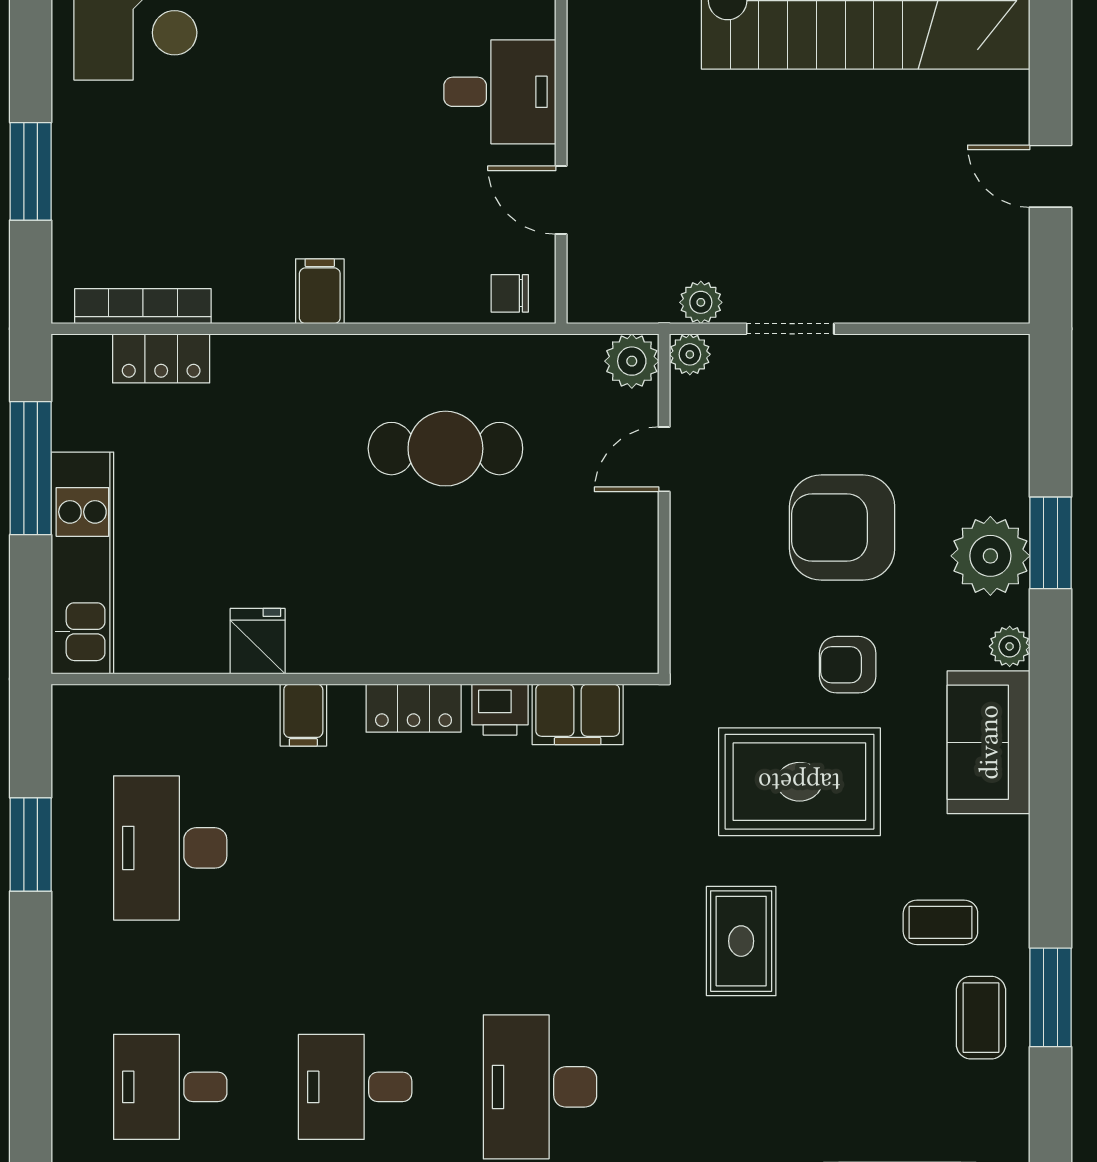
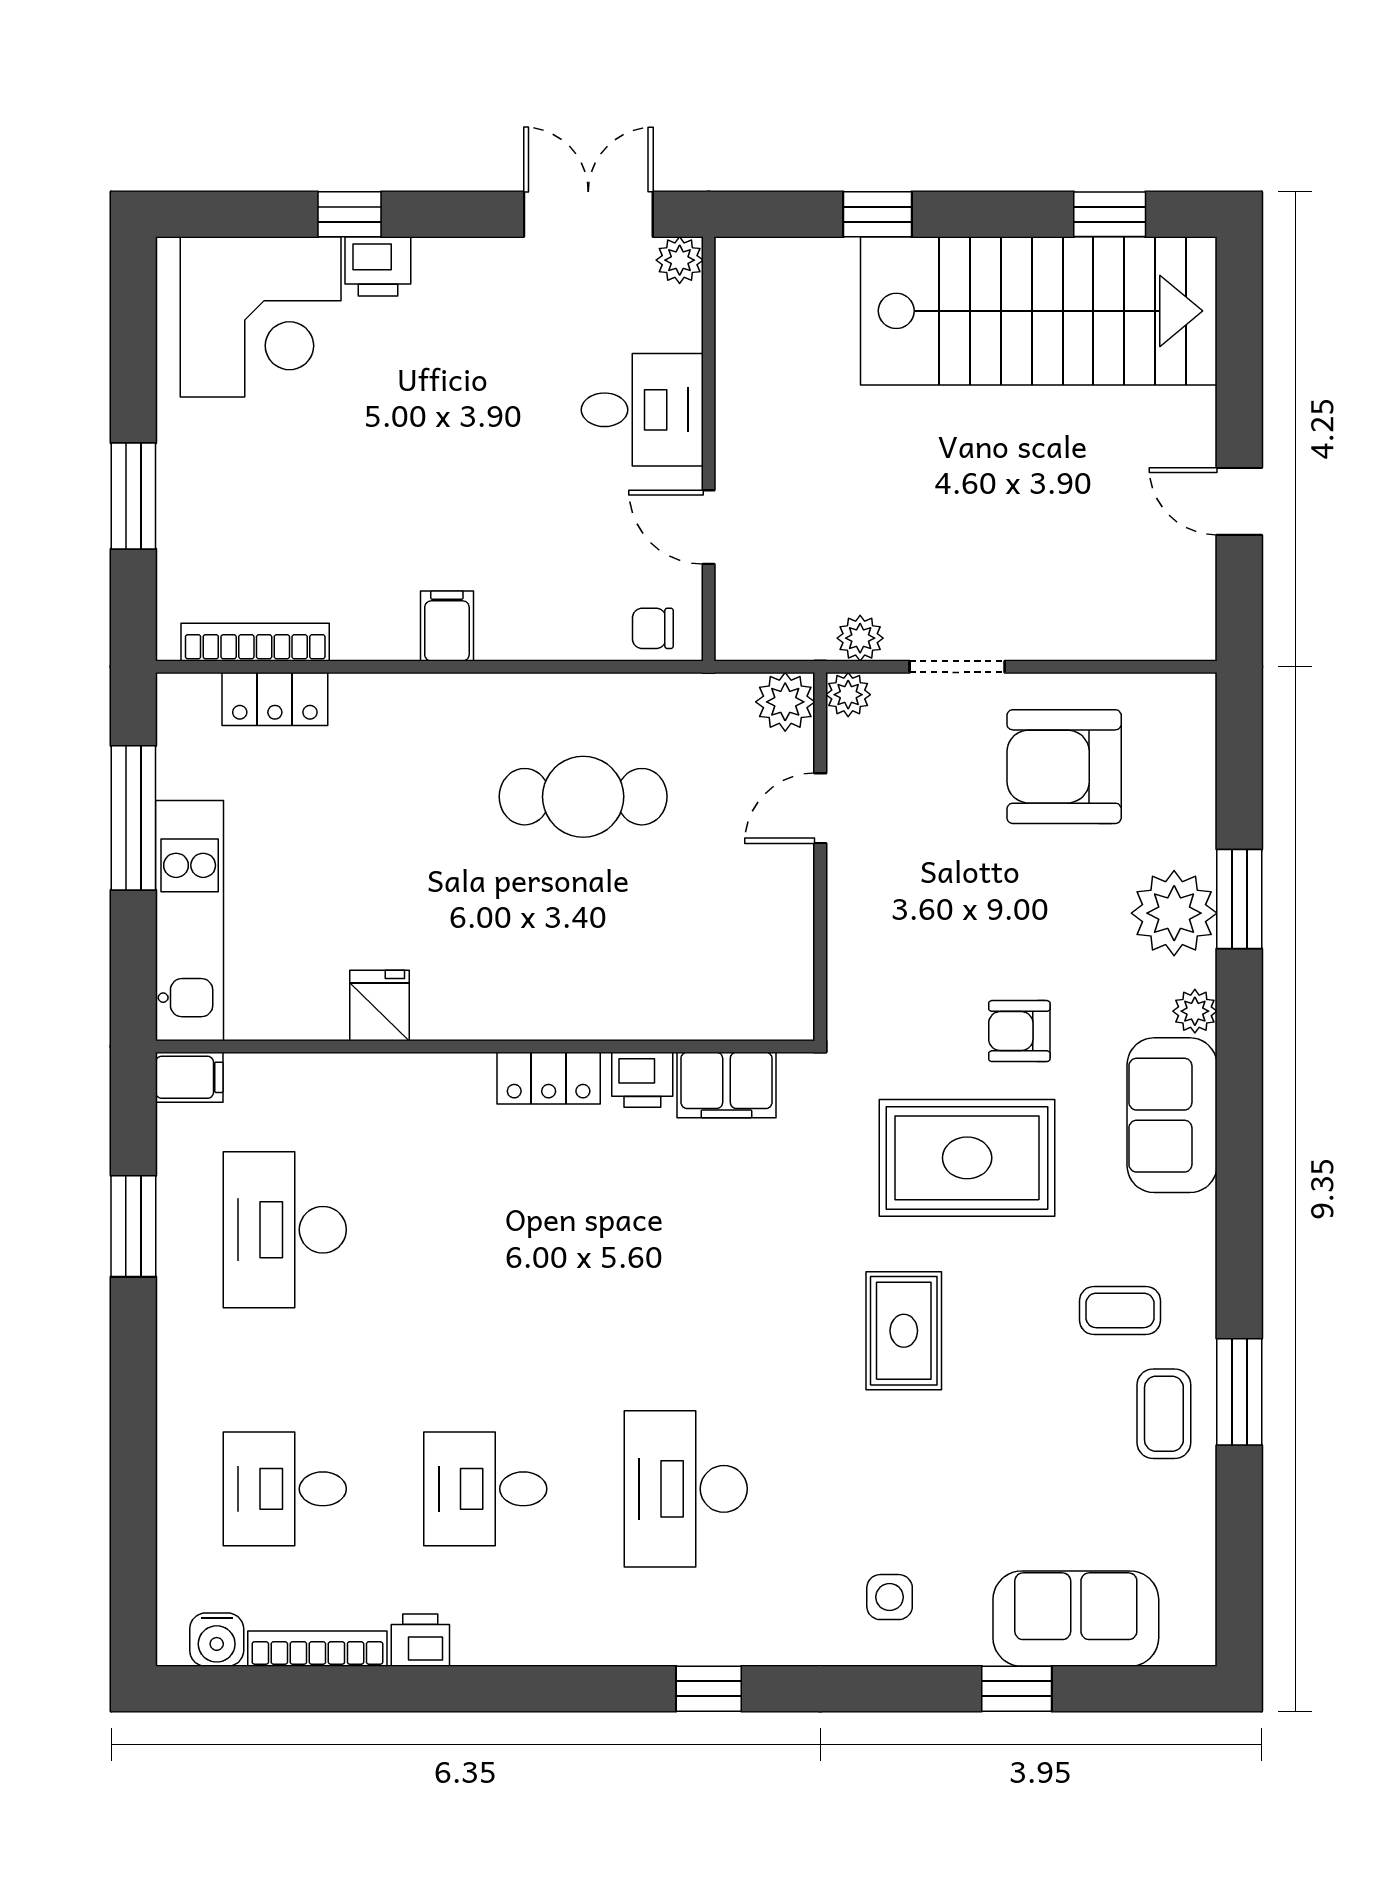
armchair: (842, 528) -> (1064, 767), moved
filing cabinet: (303, 715) -> (189, 1077), moved, turned -90

